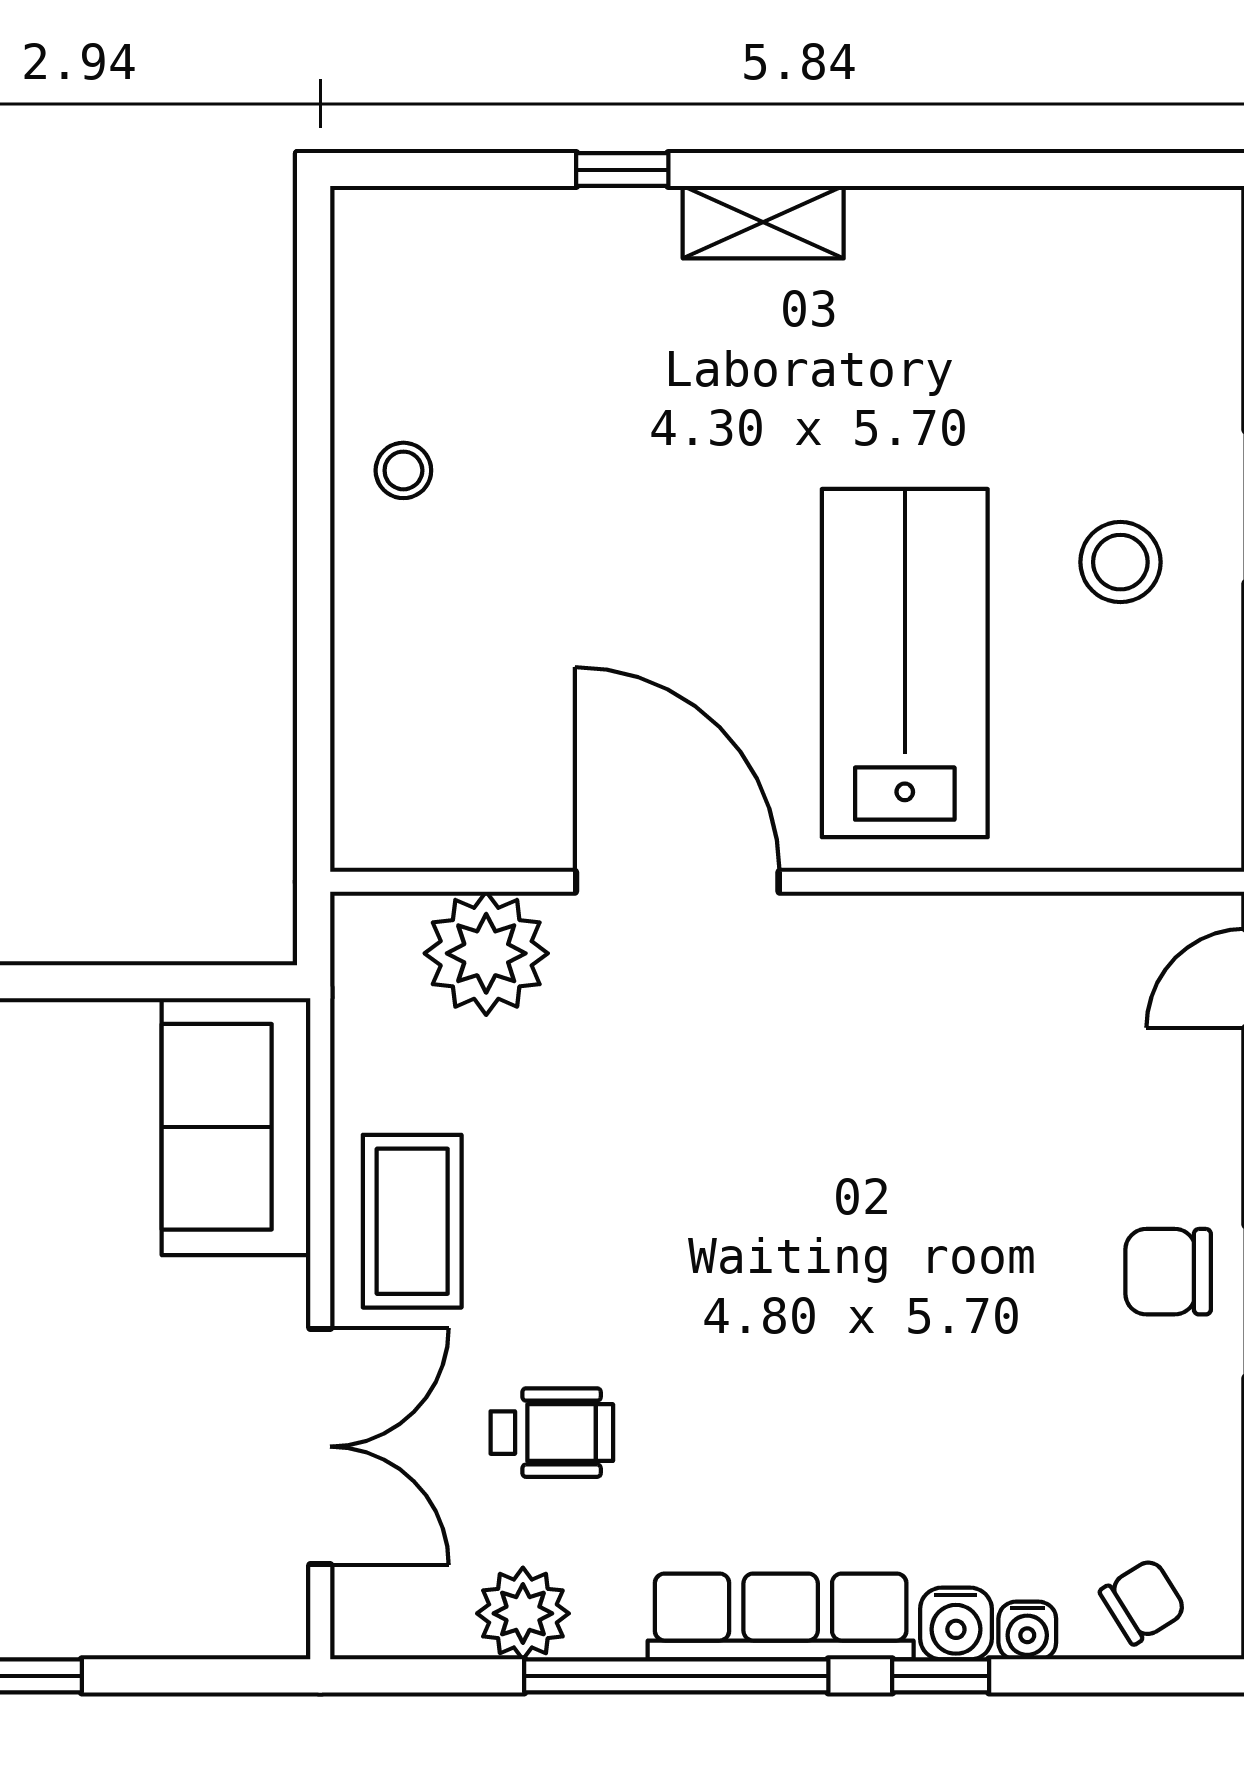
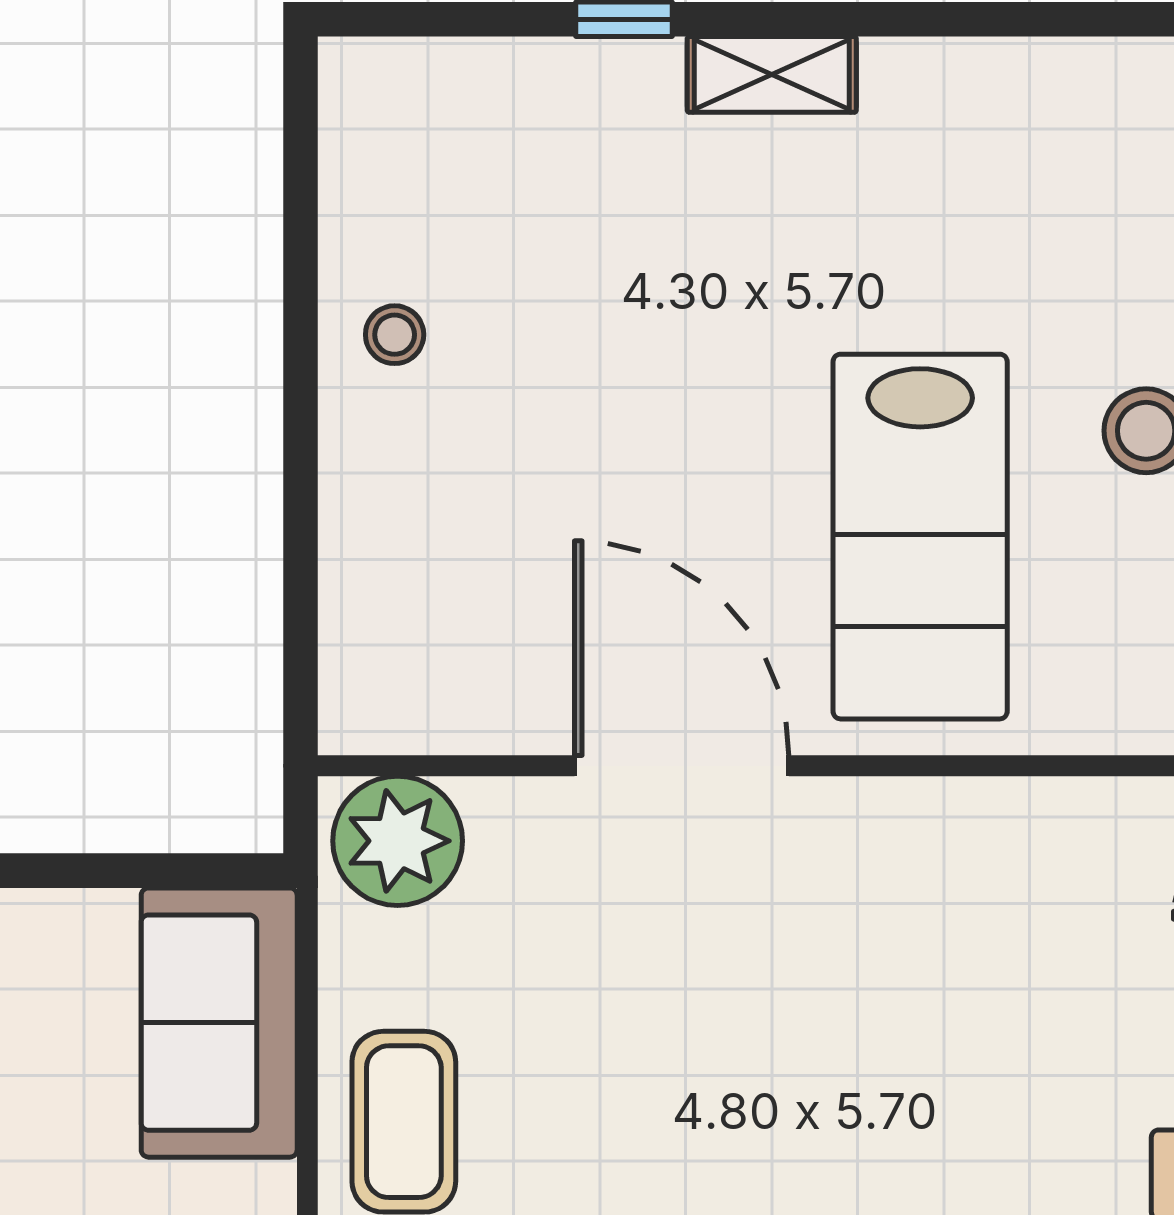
lab bench: (905, 663) -> (920, 537), turned 180
plant: (486, 953) -> (398, 841), moved

